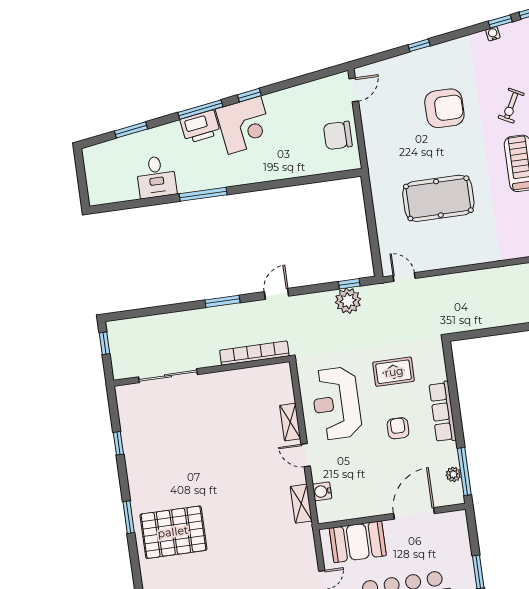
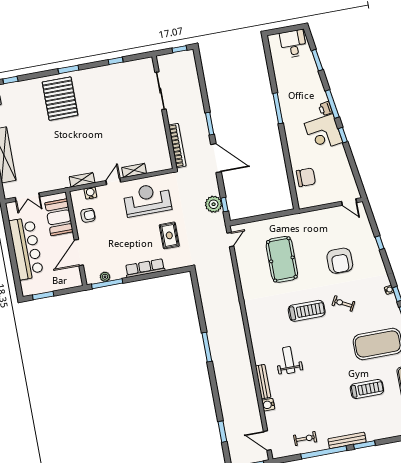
printer: (200, 127) -> (325, 109), width x0.53, depth x0.68
chair: (338, 135) -> (306, 177), moved, turned 90
desk: (156, 177) -> (293, 44), moved, turned 90
door: (277, 294) -> (216, 158), width x1.88
armchair: (398, 428) -> (88, 215), moved
door: (414, 513) -> (79, 253), swing flipped

